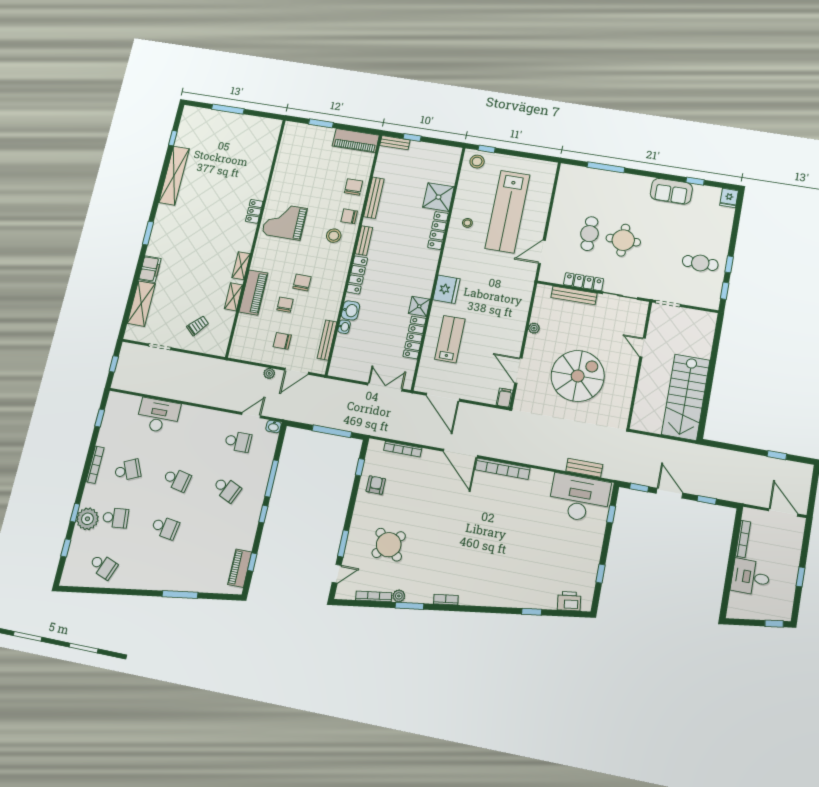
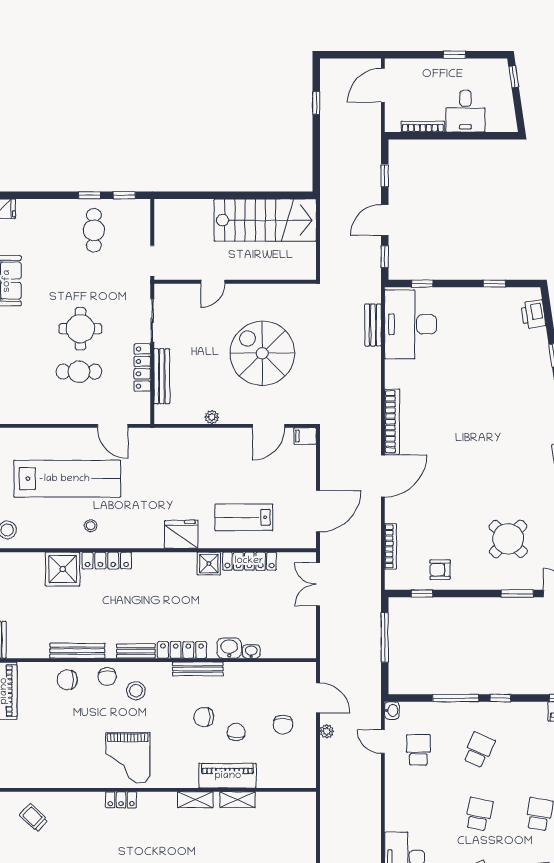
chair: (285, 305) -> (236, 732), turned 90
trolley: (198, 326) -> (34, 818), moved
bench: (327, 340) -> (198, 669), moved

